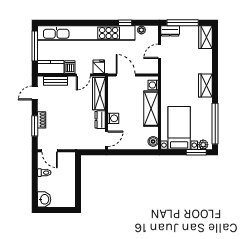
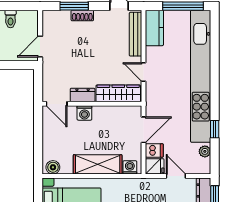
dishwasher: (70, 67) -> (154, 150), moved
fridge: (99, 67) -> (155, 166), moved
bench: (55, 81) -> (136, 34), width x1.36
door: (50, 151) -> (40, 47), moved

